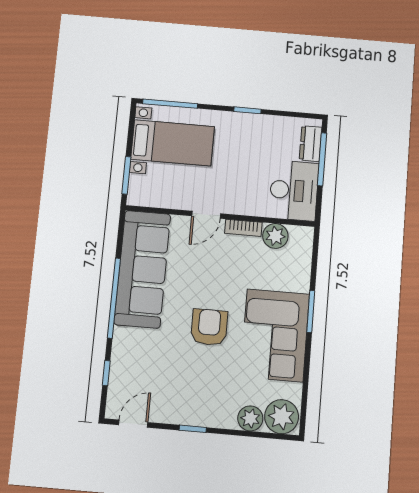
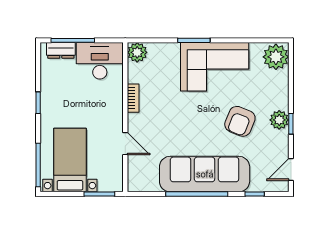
door: (206, 215) -> (125, 144), moved
plant: (275, 236) -> (137, 52), moved
sofa: (142, 269) -> (205, 174), moved
armchair: (209, 327) -> (240, 121), moved, turned -68
plant: (250, 418) -> (279, 120), moved
door: (133, 424) -> (291, 169), hinge flipped

